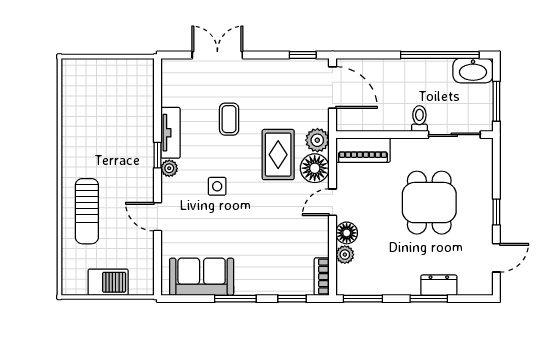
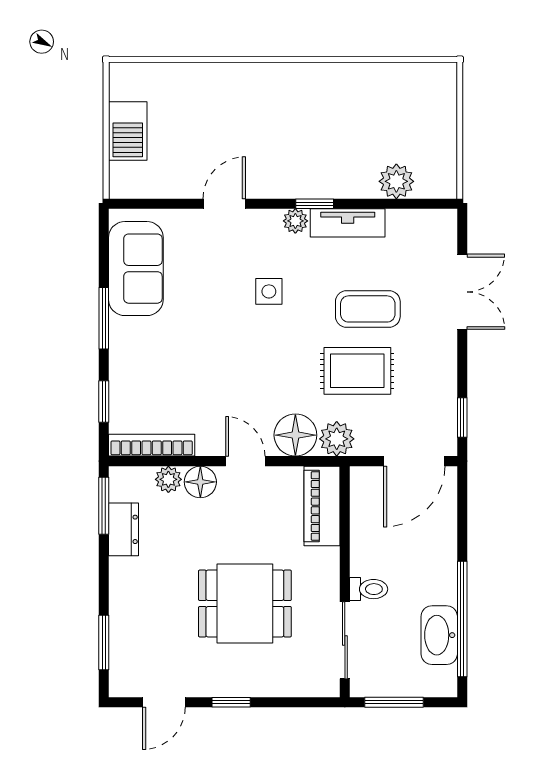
washbasin: (473, 71) -> (439, 635), moved
plant: (142, 100) -> (396, 181), added
coffee table: (229, 119) -> (368, 309), width x1.36, depth x1.30
rug: (278, 155) -> (357, 371), moved
sun lounger: (87, 211) -> (232, 100), removed
door: (496, 258) -> (164, 702), hinge flipped
bookcase: (322, 277) -> (152, 445), width x1.56
dresser: (439, 285) -> (123, 529), moved
window: (429, 299) -> (104, 643), moved

